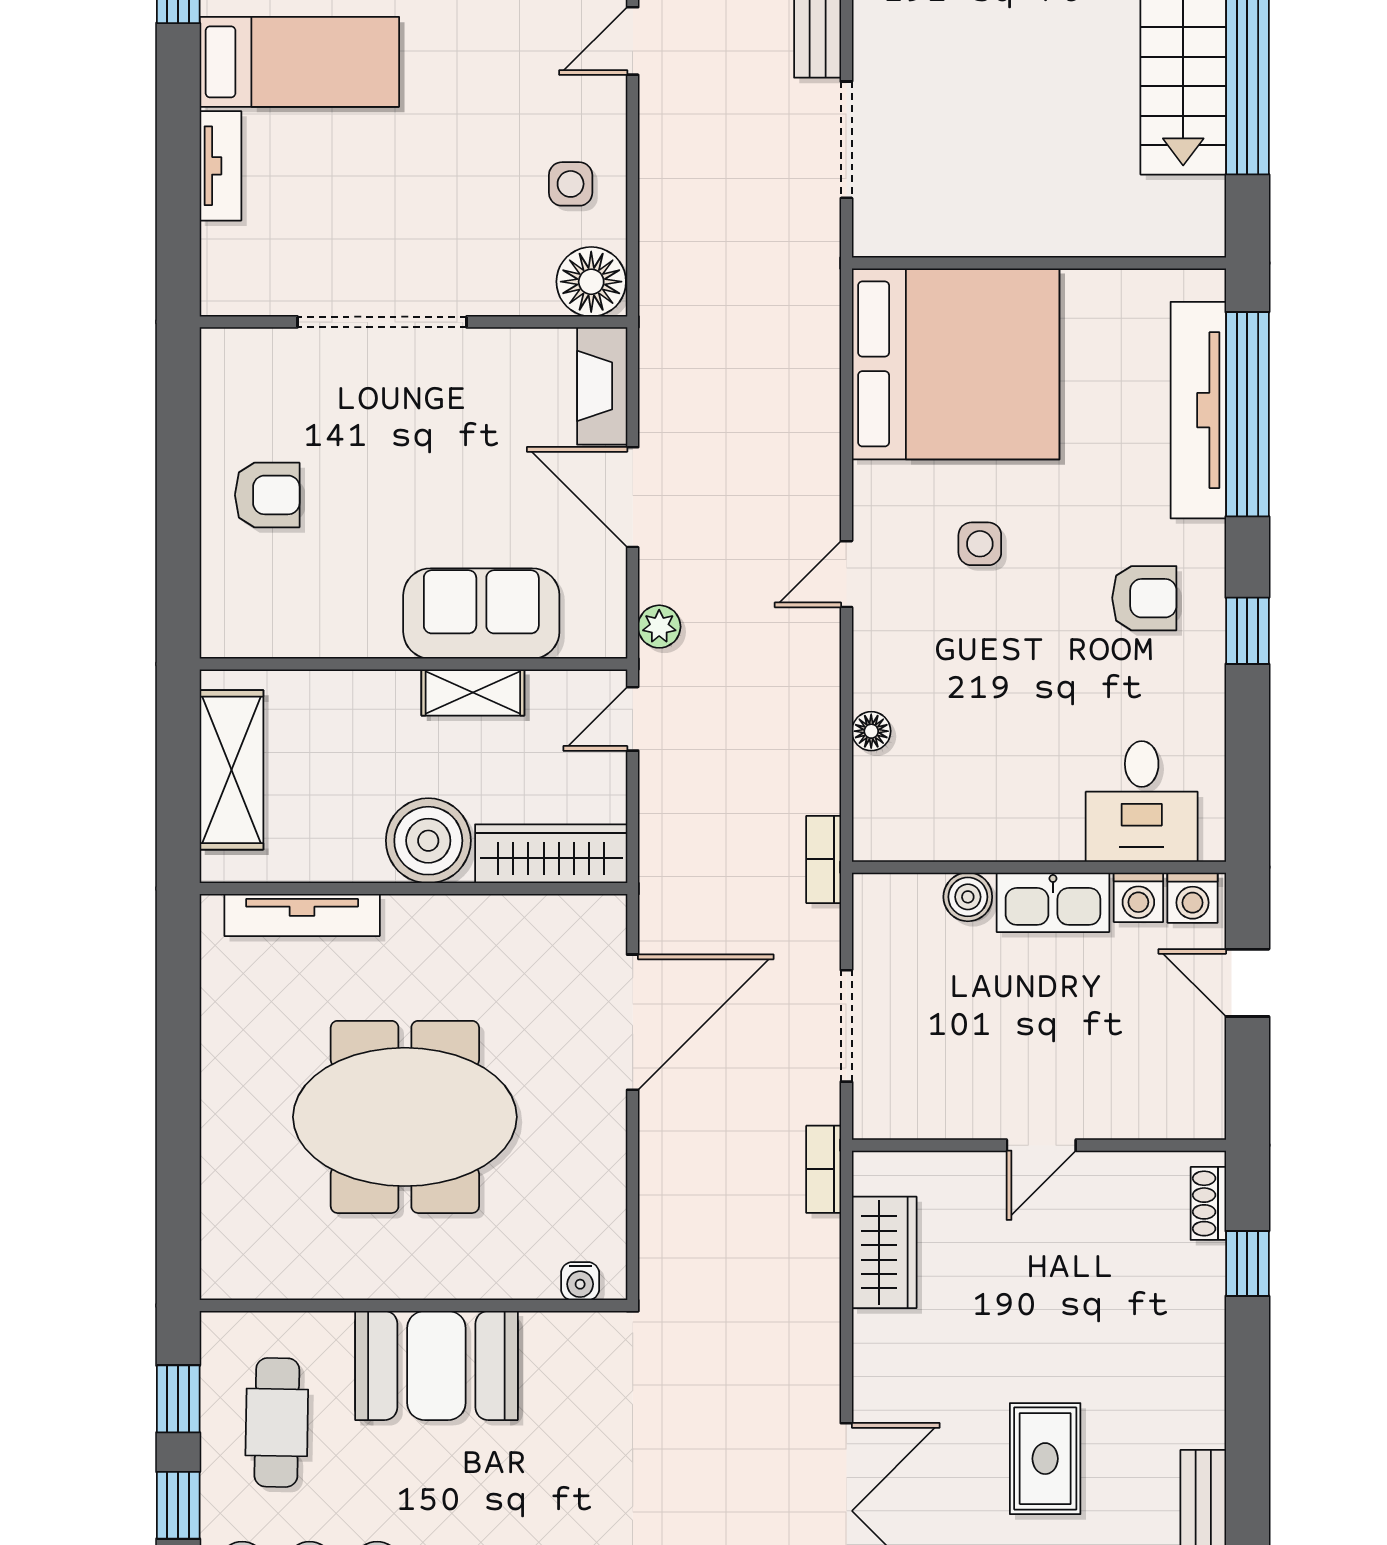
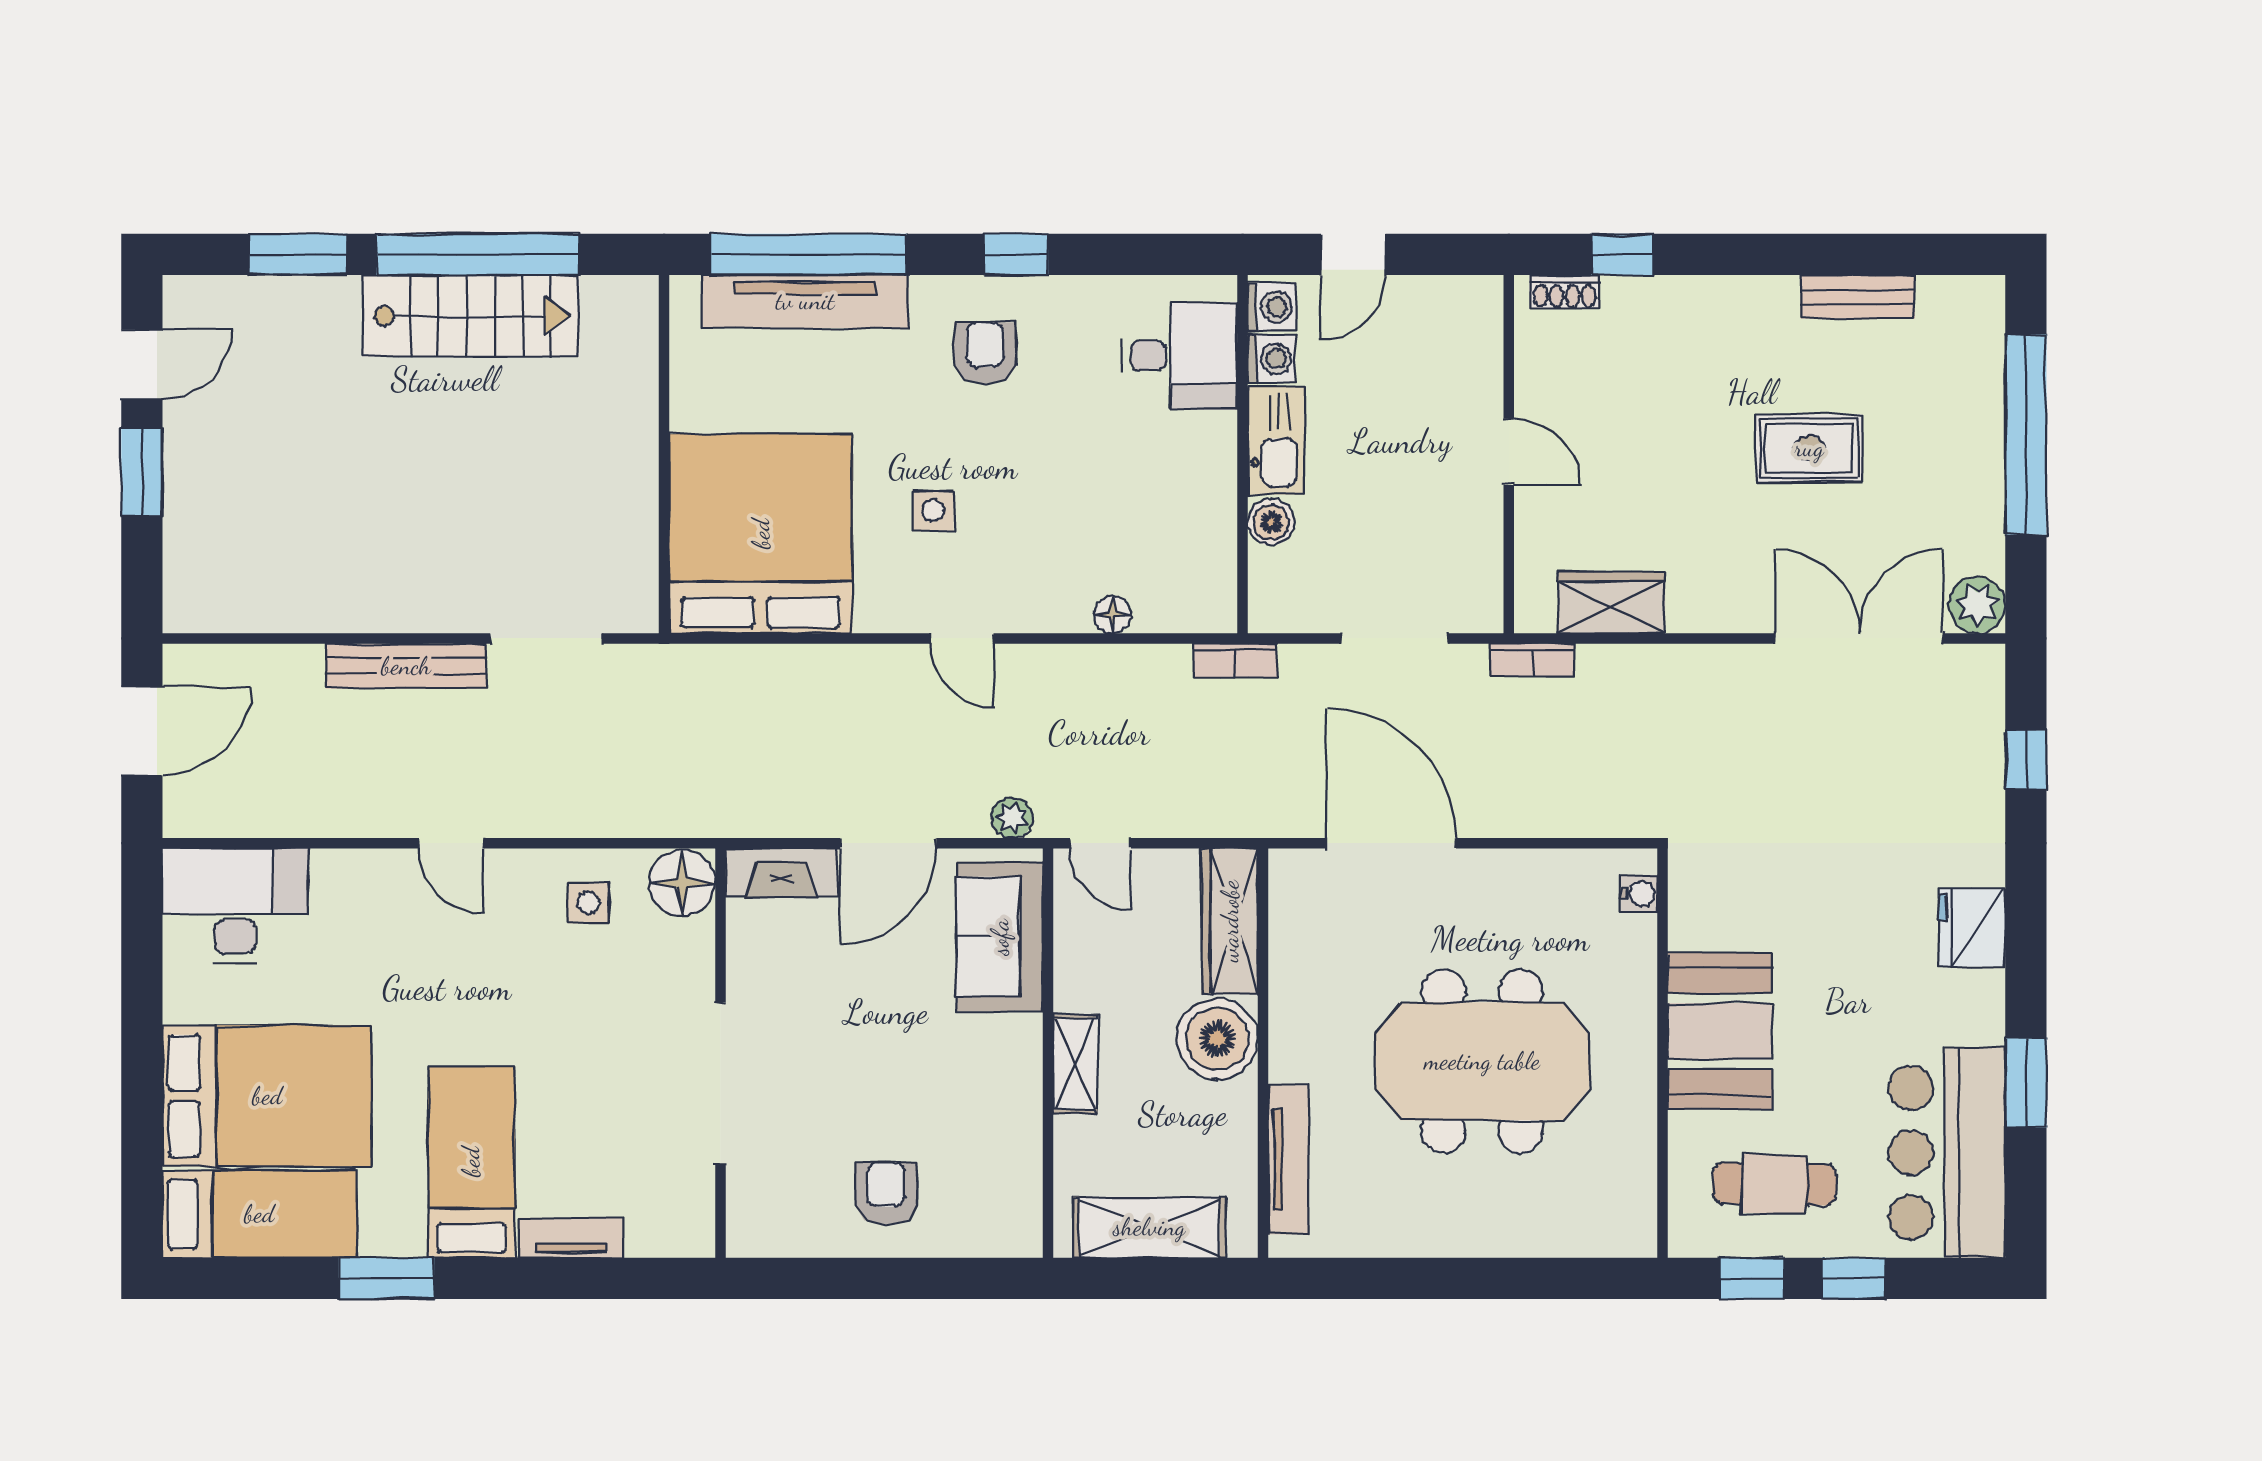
sofa: (481, 614) -> (1000, 937), moved
shelving: (473, 692) -> (1075, 1064), moved
meeting table: (405, 1117) -> (1482, 1061), turned 90

